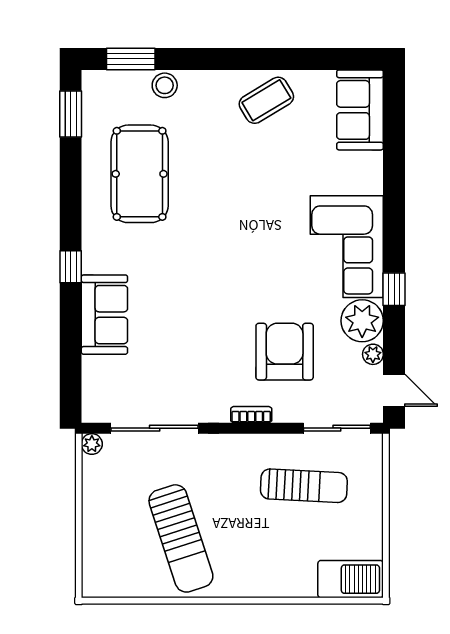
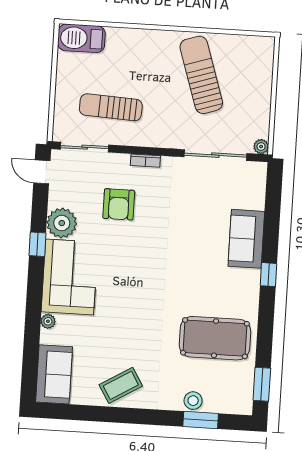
window: (131, 59) -> (201, 420), moved
pool table: (140, 174) -> (215, 338), turned 90
armchair: (285, 352) -> (119, 204), width x0.73, depth x0.73
plant: (373, 354) -> (48, 321), moved

